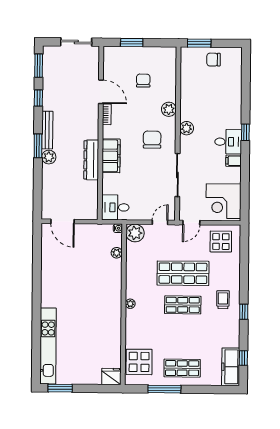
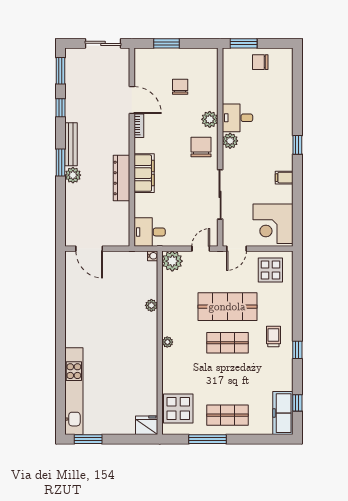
chair: (152, 140) -> (201, 147), moved
desk: (228, 142) -> (237, 118), moved, turned 180
plant: (117, 253) -> (151, 305), moved

